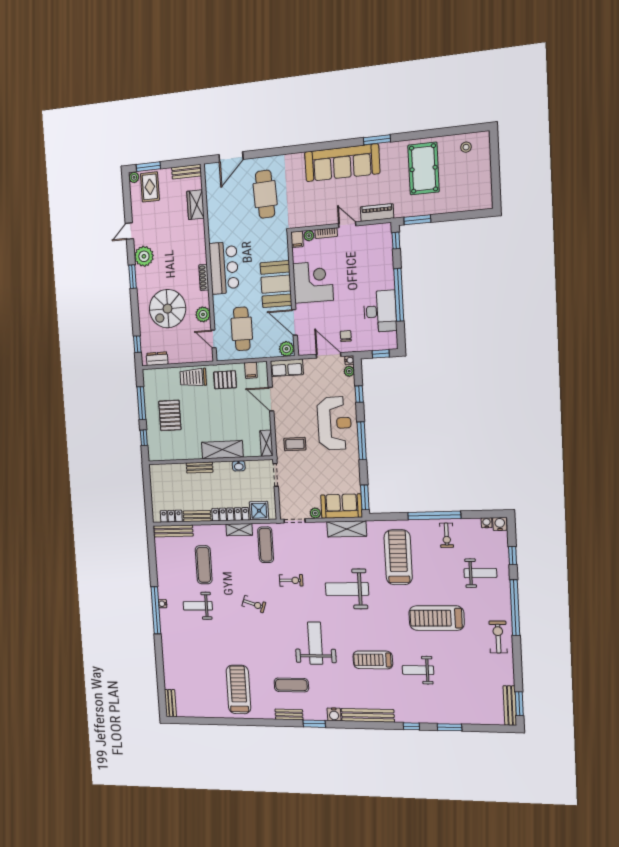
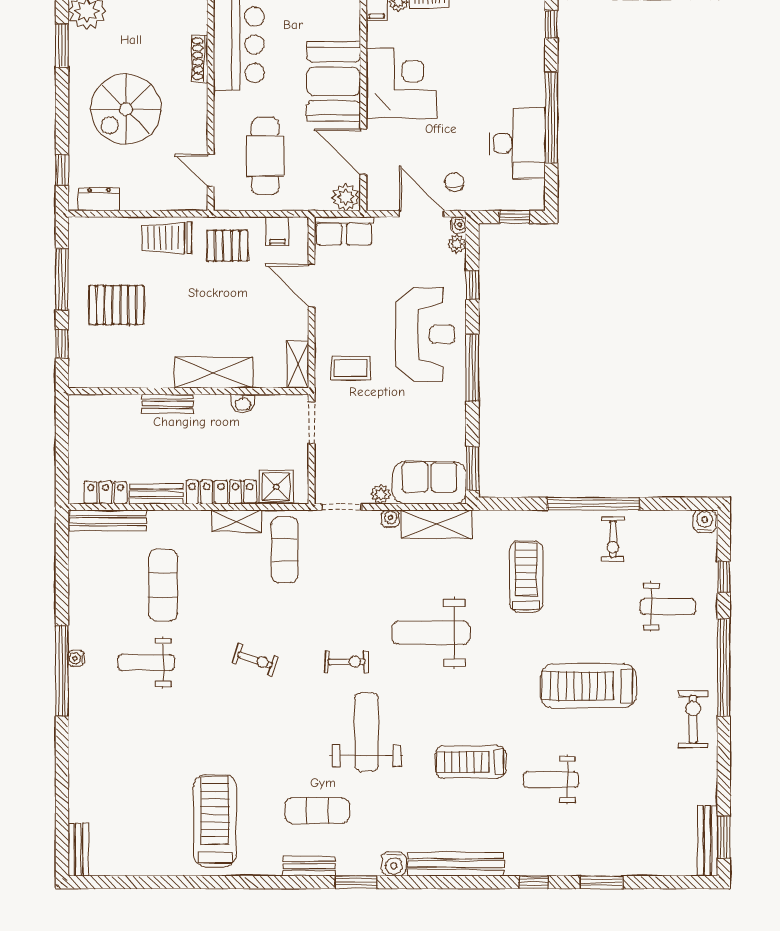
plant: (203, 314) -> (193, 125), removed
pallet: (170, 415) -> (116, 305), turned 90
water cooler: (487, 523) -> (391, 519), moved
treadmill: (398, 557) -> (526, 577), width x0.73, depth x0.73
exercise bike: (291, 580) -> (347, 662), moved

